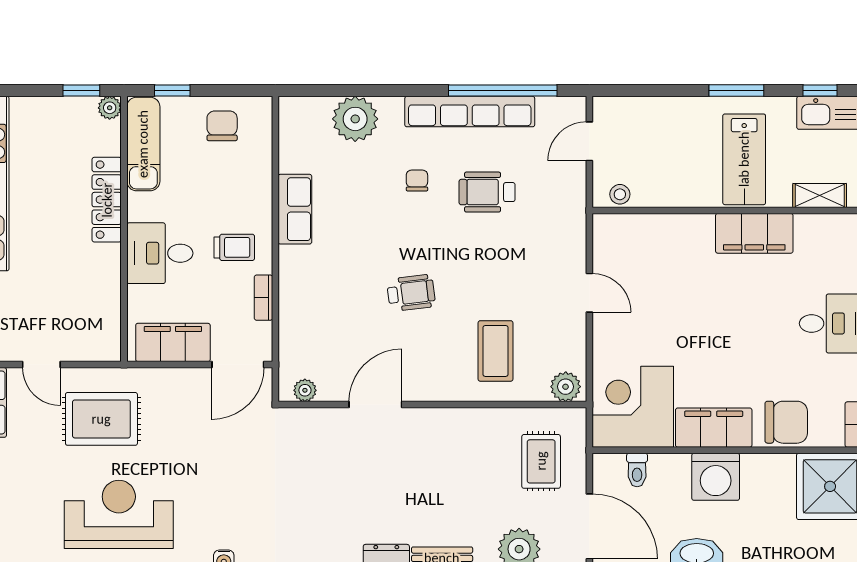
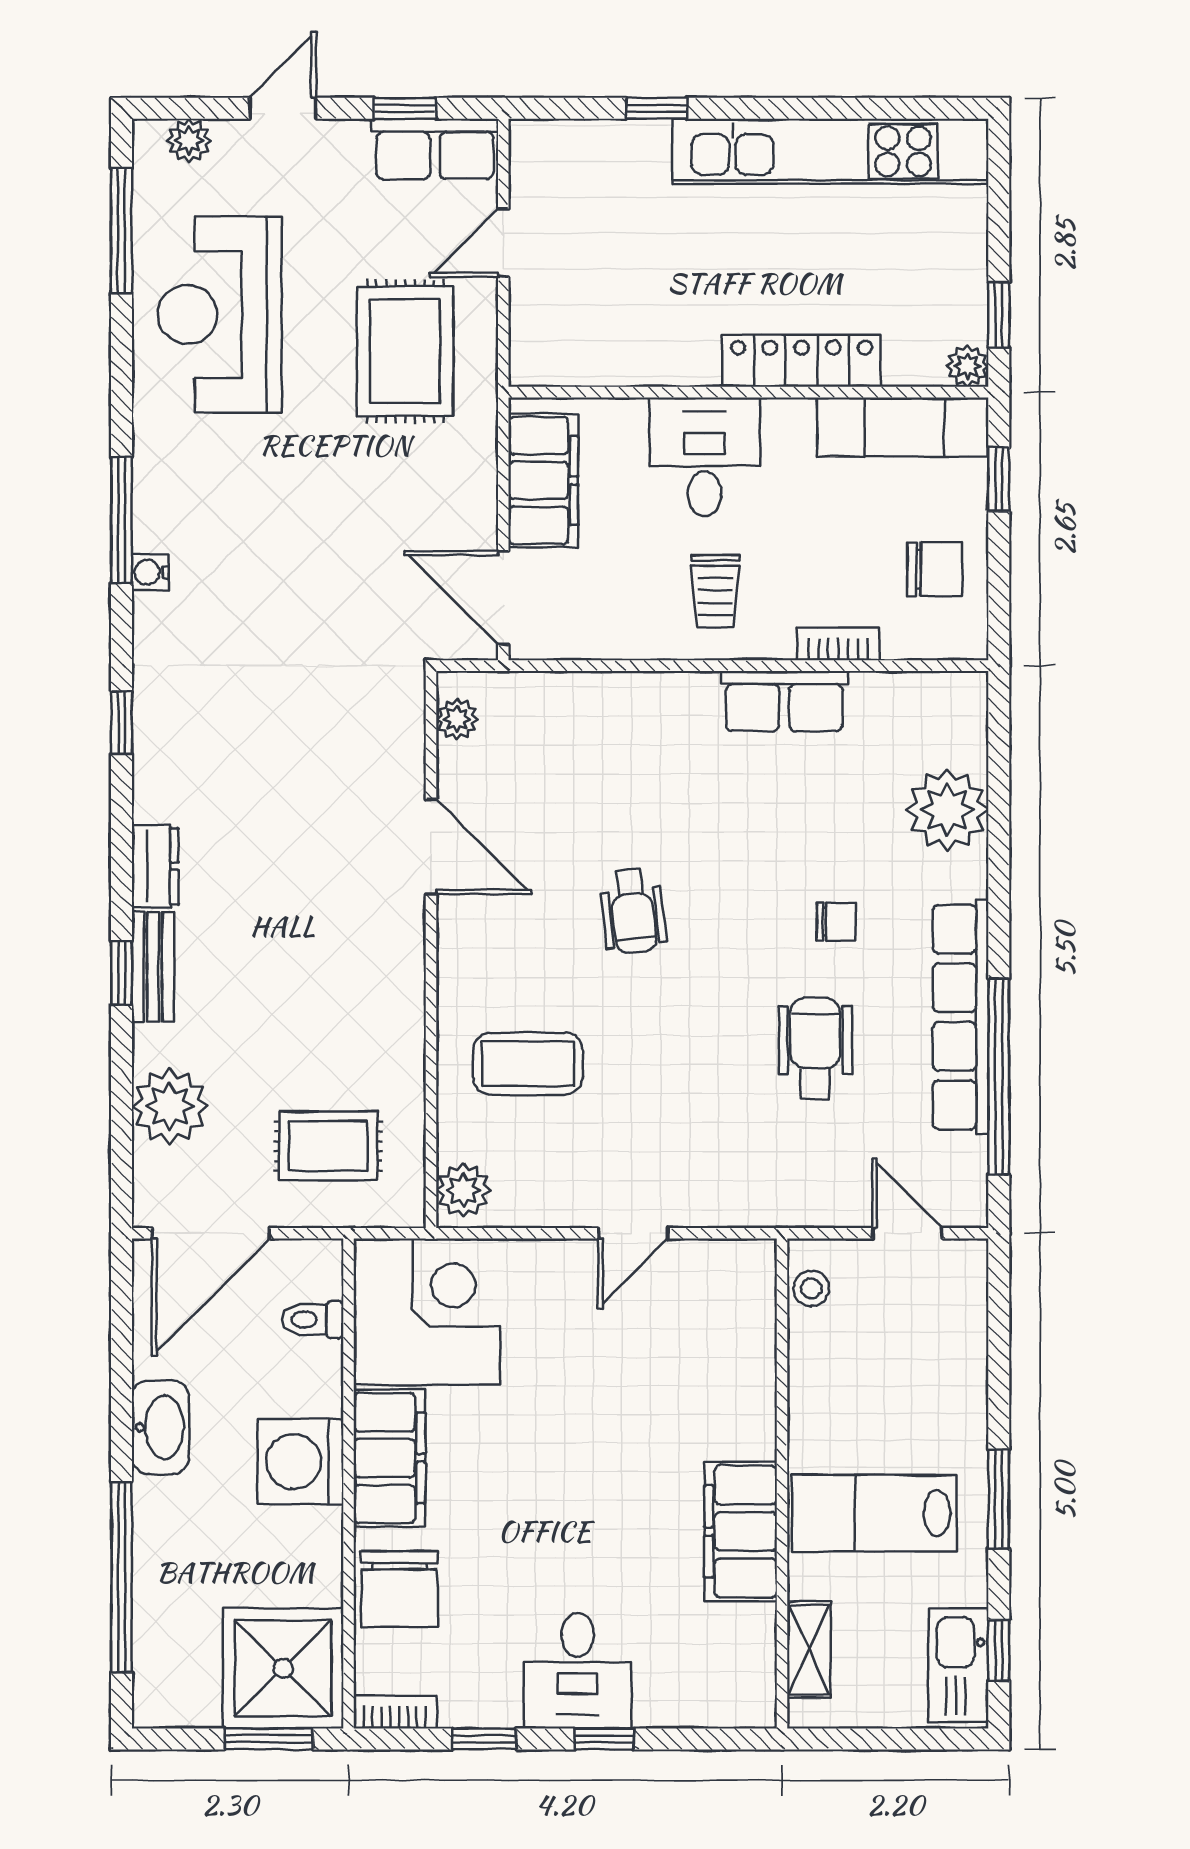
bookcase: (263, 298) -> (838, 644), moved
reception desk: (119, 514) -> (220, 314), moved, turned 180

